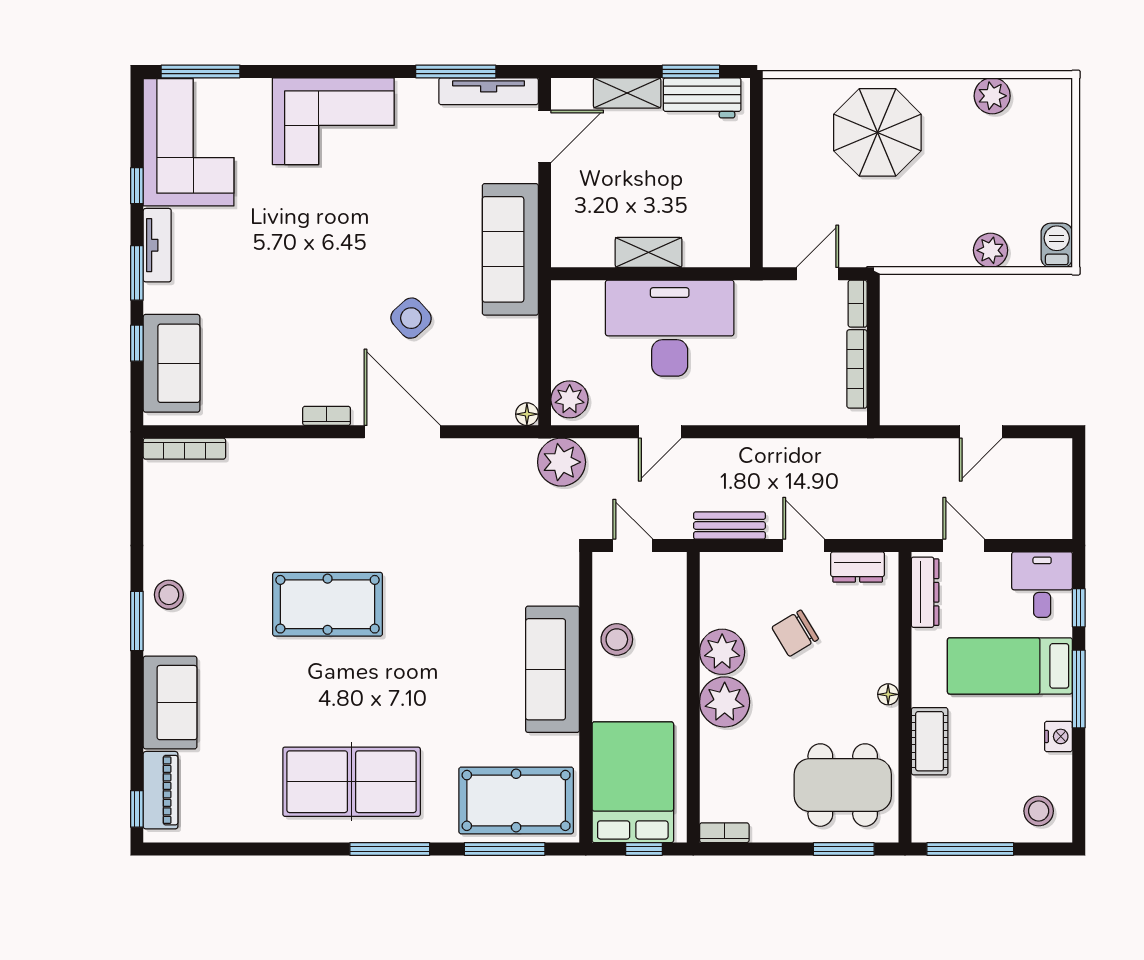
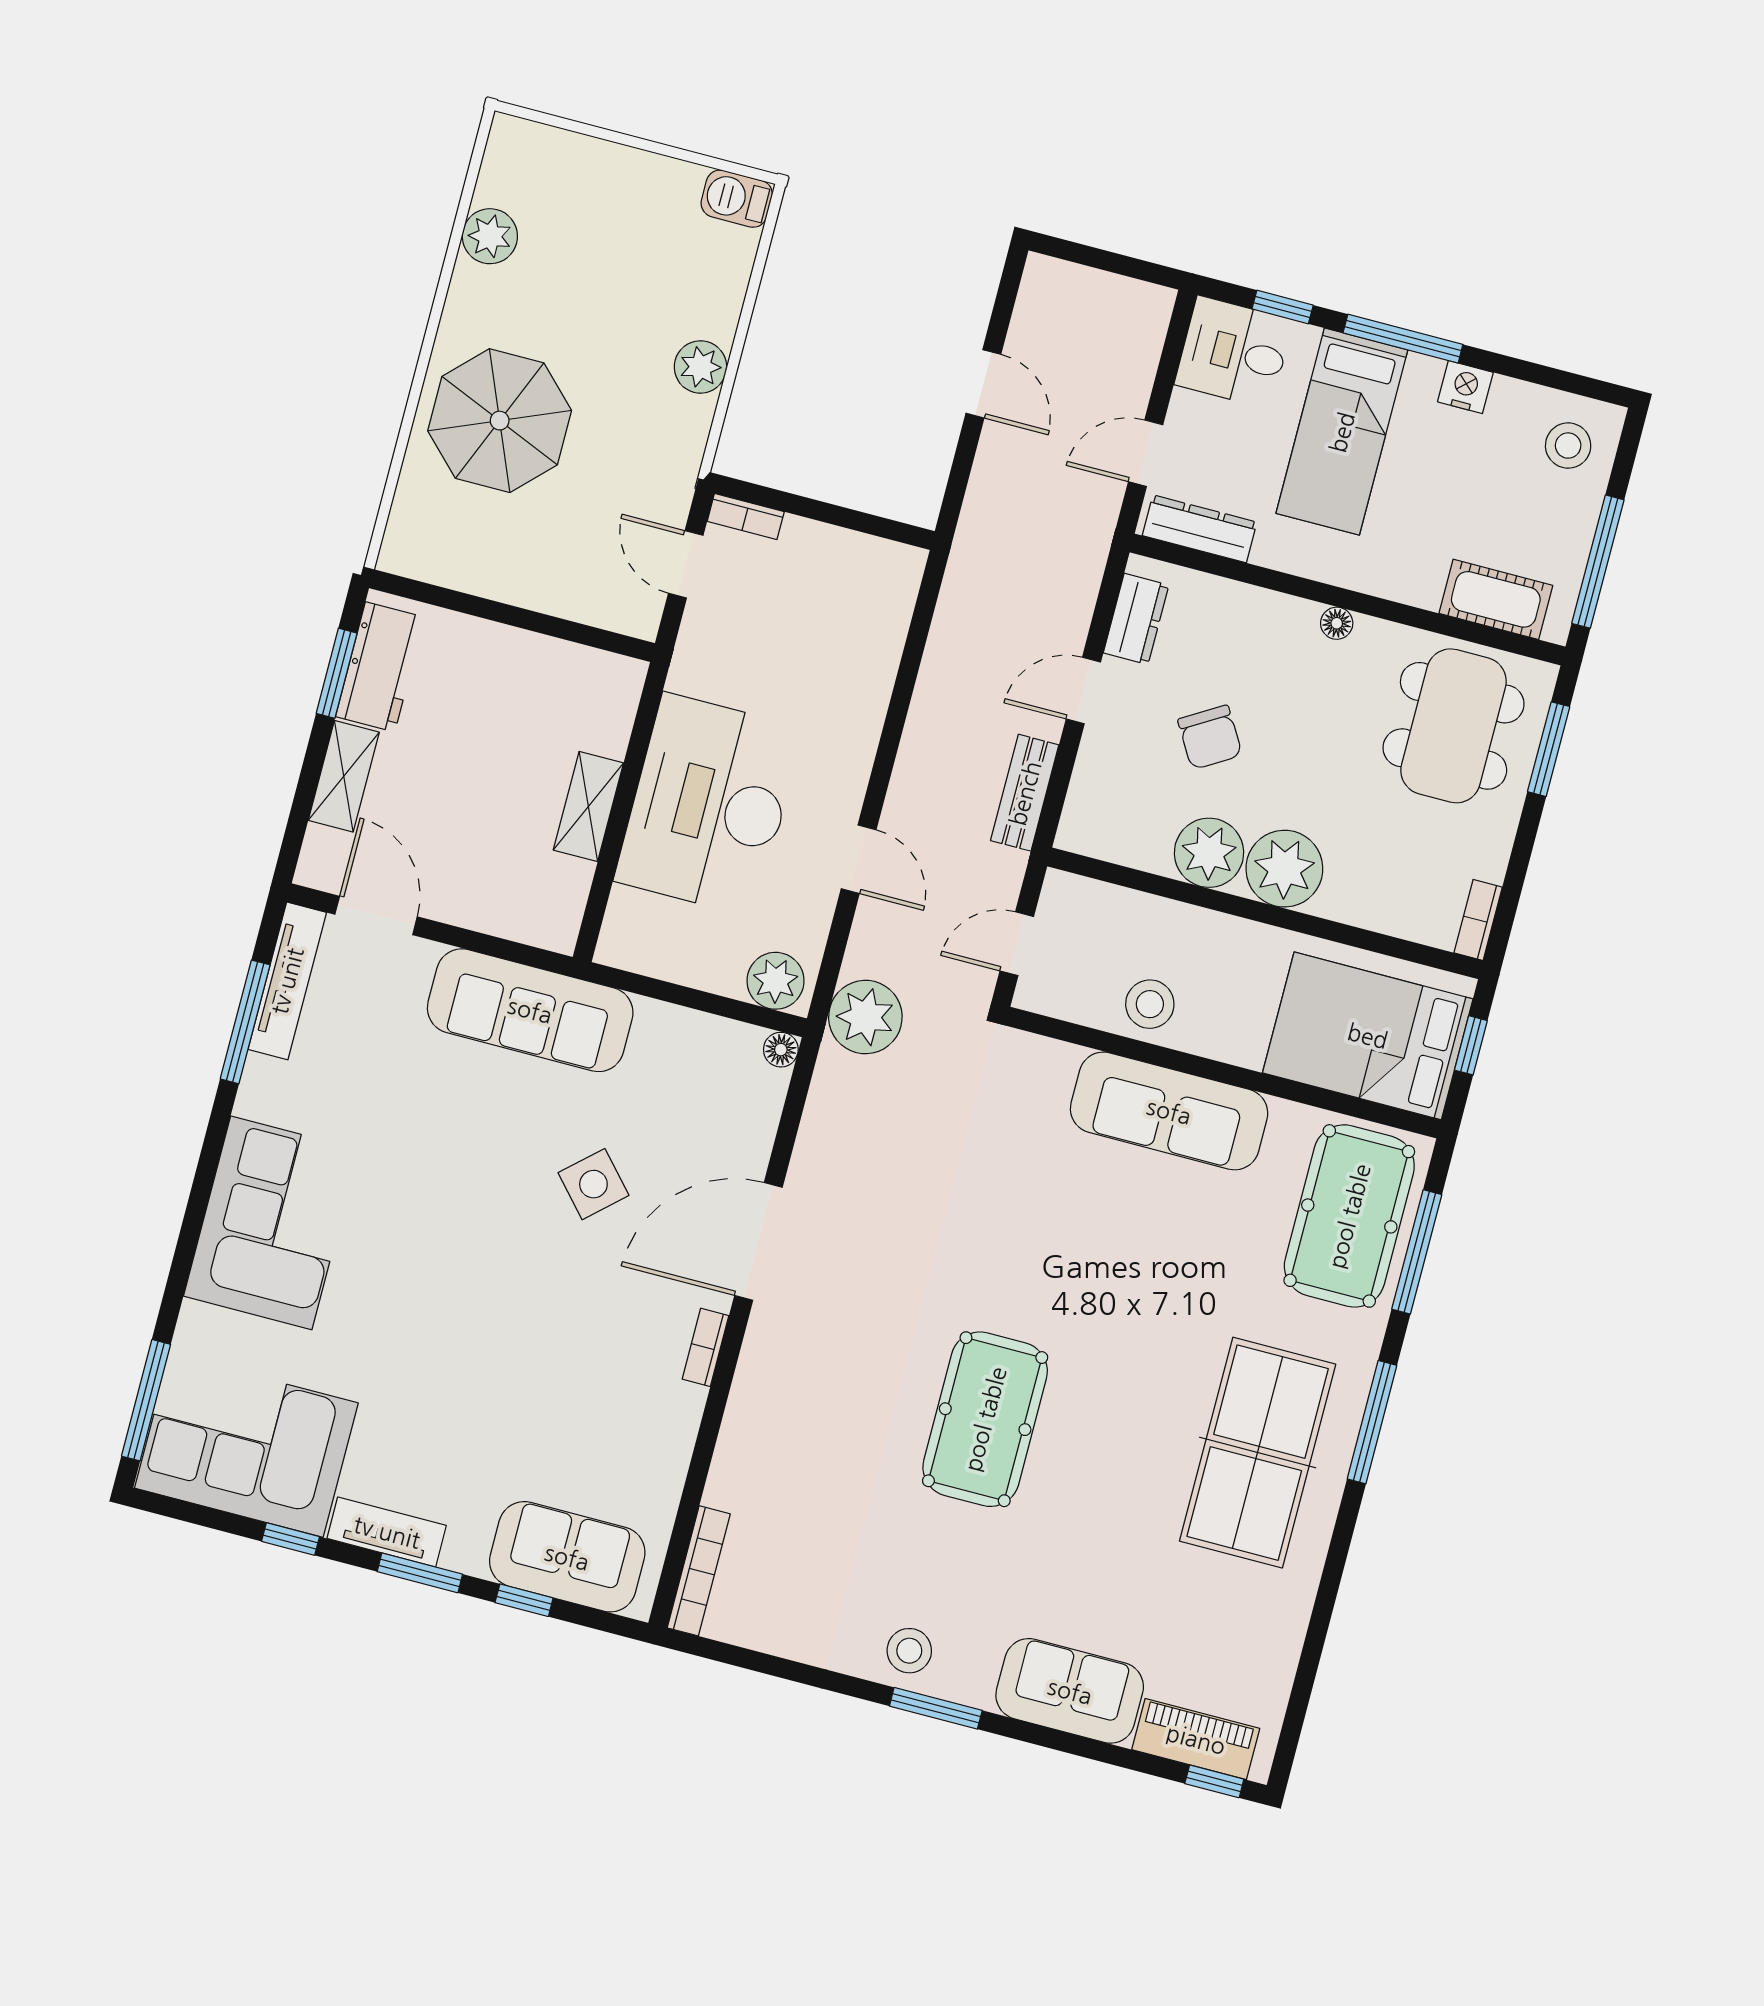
plant: (991, 250) -> (700, 367), moved
bookcase: (857, 369) -> (842, 543), removed
cot: (930, 741) -> (1496, 599), moved

